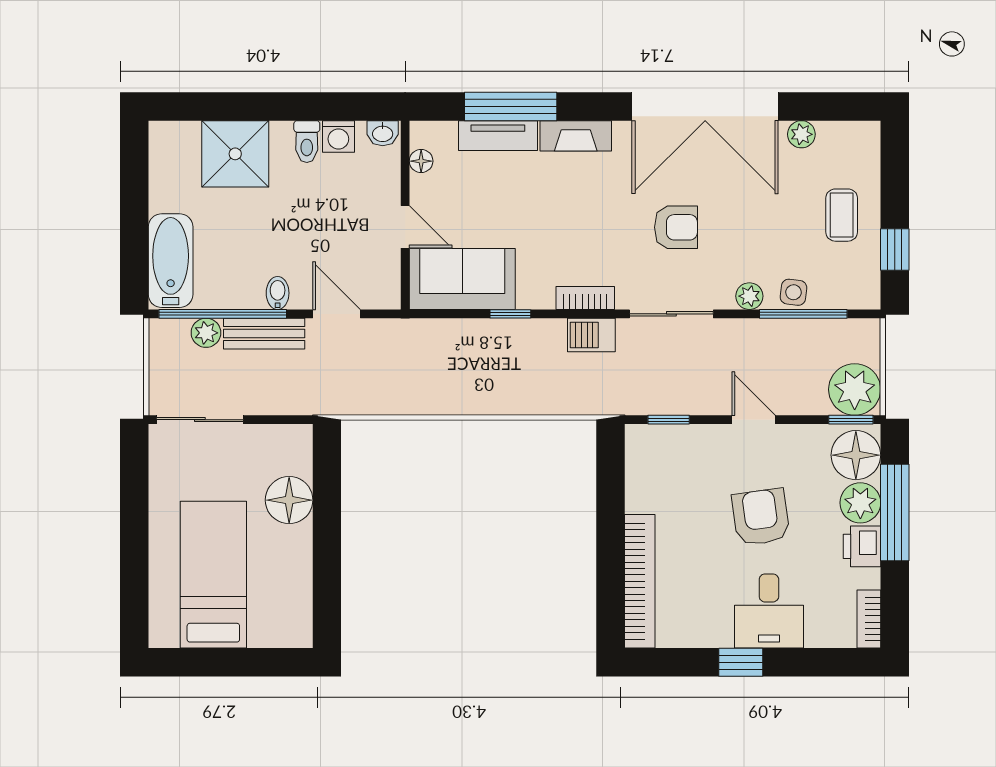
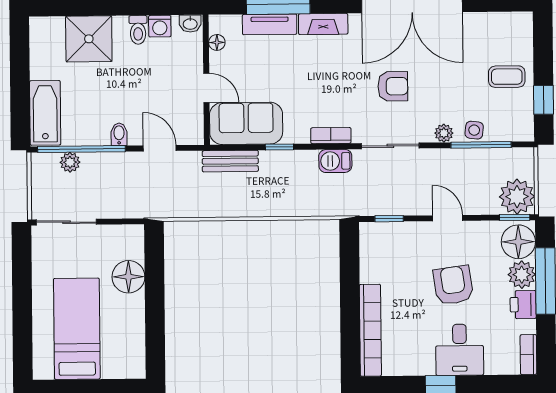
plant: (801, 134) -> (479, 21), removed
coffee table: (842, 215) -> (507, 77), turned 90
bench: (264, 334) -> (230, 161), moved

